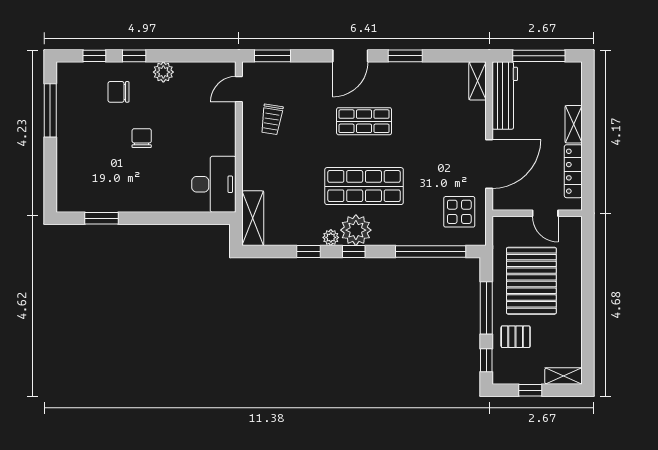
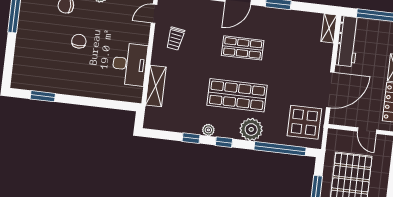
desk: (214, 184) -> (130, 64), moved
display table: (459, 212) -> (304, 122), width x1.36, depth x1.36
shelving: (253, 218) -> (156, 86), moved
plant: (356, 230) -> (251, 129), moved

